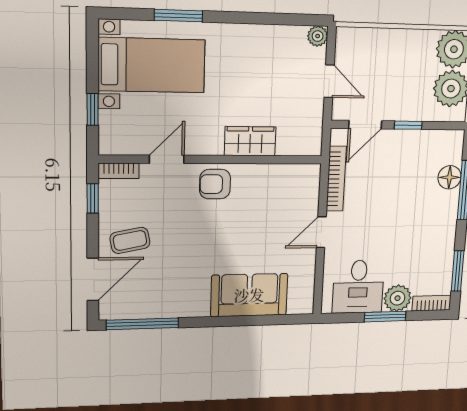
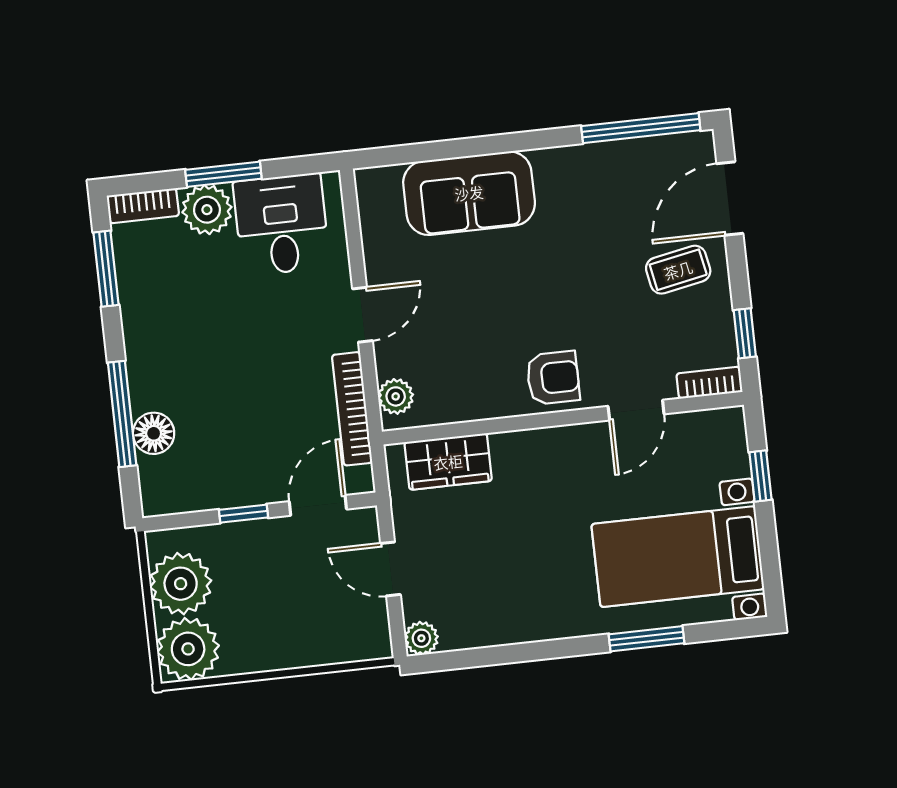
wardrobe: (250, 141) -> (448, 462), moved
plant: (310, 183) -> (396, 396), added

